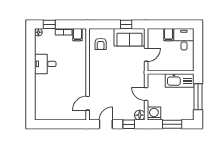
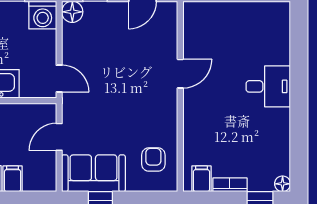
desk: (45, 64) -> (268, 86), moved
door: (146, 94) -> (59, 79), moved
door: (88, 103) -> (180, 74), moved

